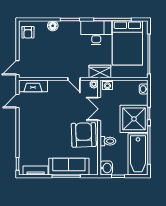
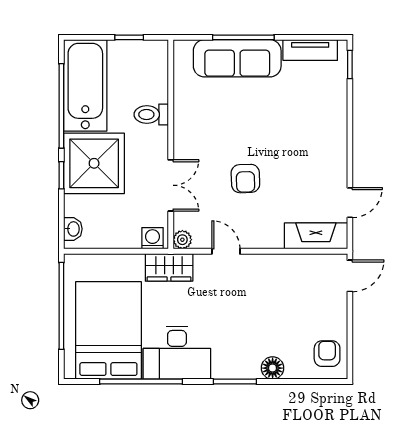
armchair: (84, 135) -> (245, 179), moved, width x0.53, depth x0.53
washbasin: (106, 168) -> (155, 56), removed

